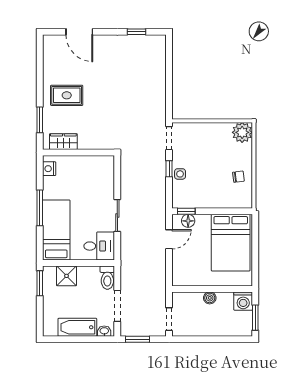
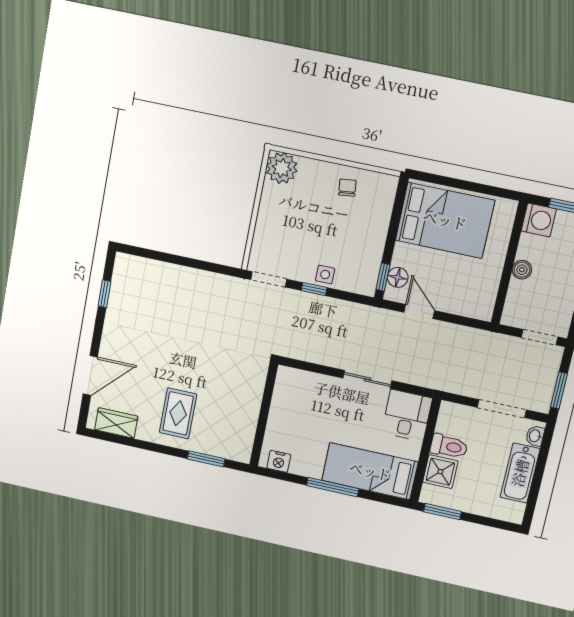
wardrobe: (63, 142) -> (116, 423), moved, turned 90
toilet: (107, 278) -> (449, 446), moved

